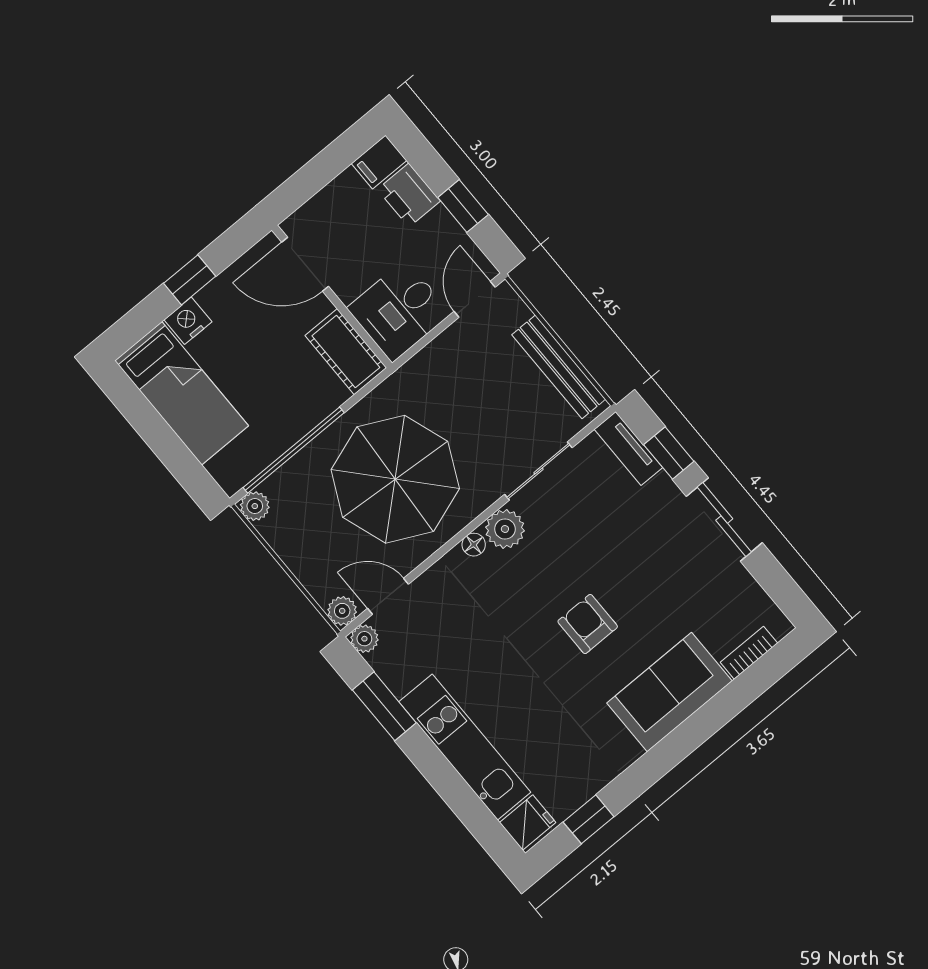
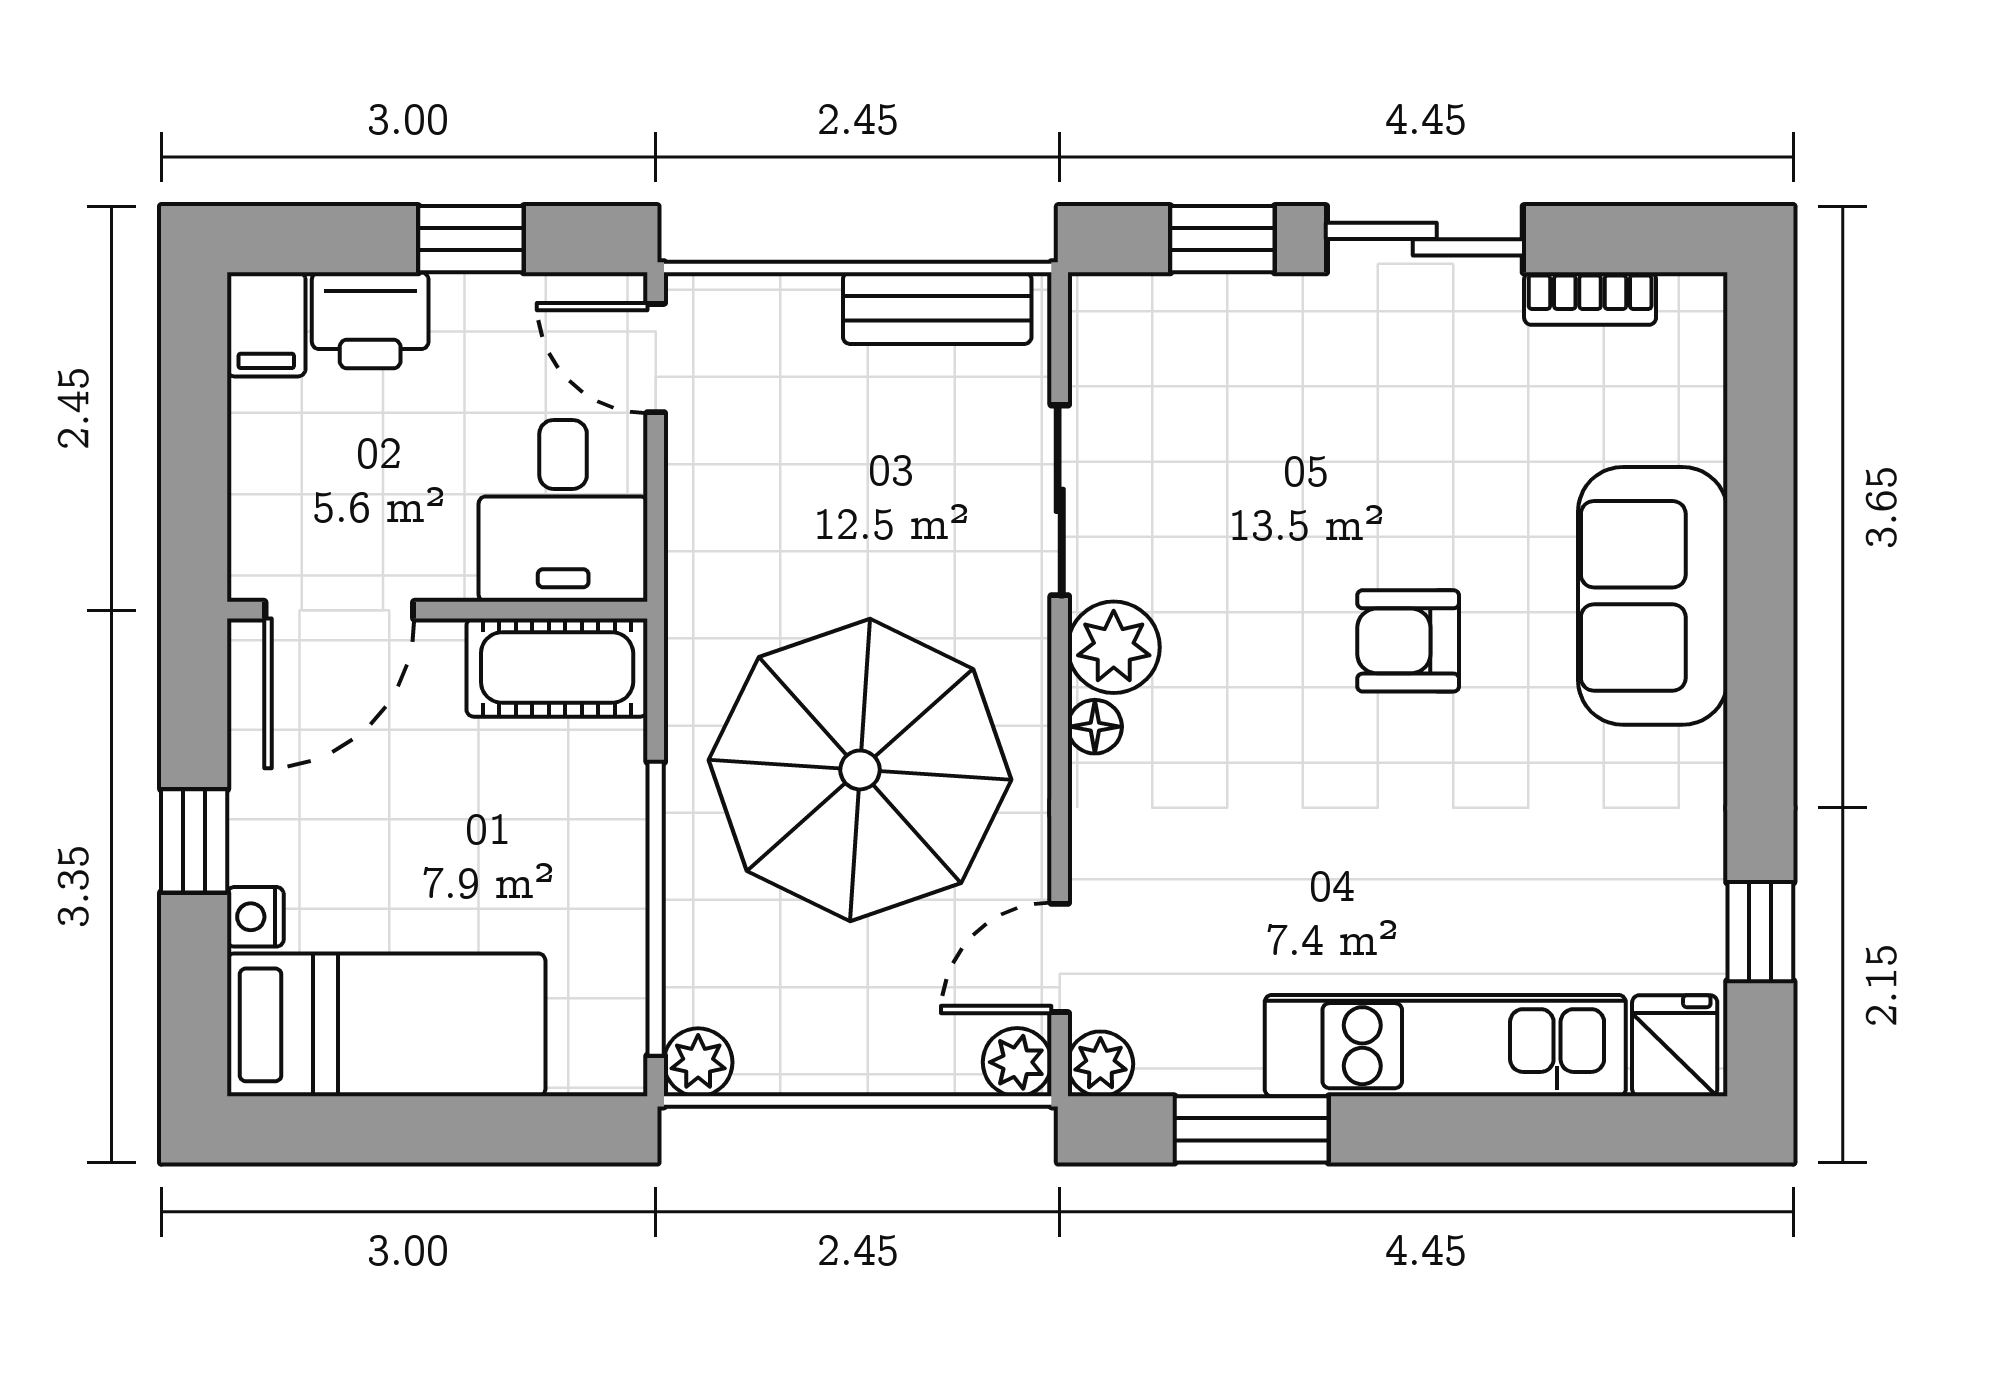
nightstand: (188, 321) -> (255, 917), width x0.72, depth x0.74
bench: (559, 367) -> (937, 308), width x0.73
tv unit: (628, 448) -> (1154, 305), removed
bookcase: (749, 653) -> (1590, 299), moved, turned -90

